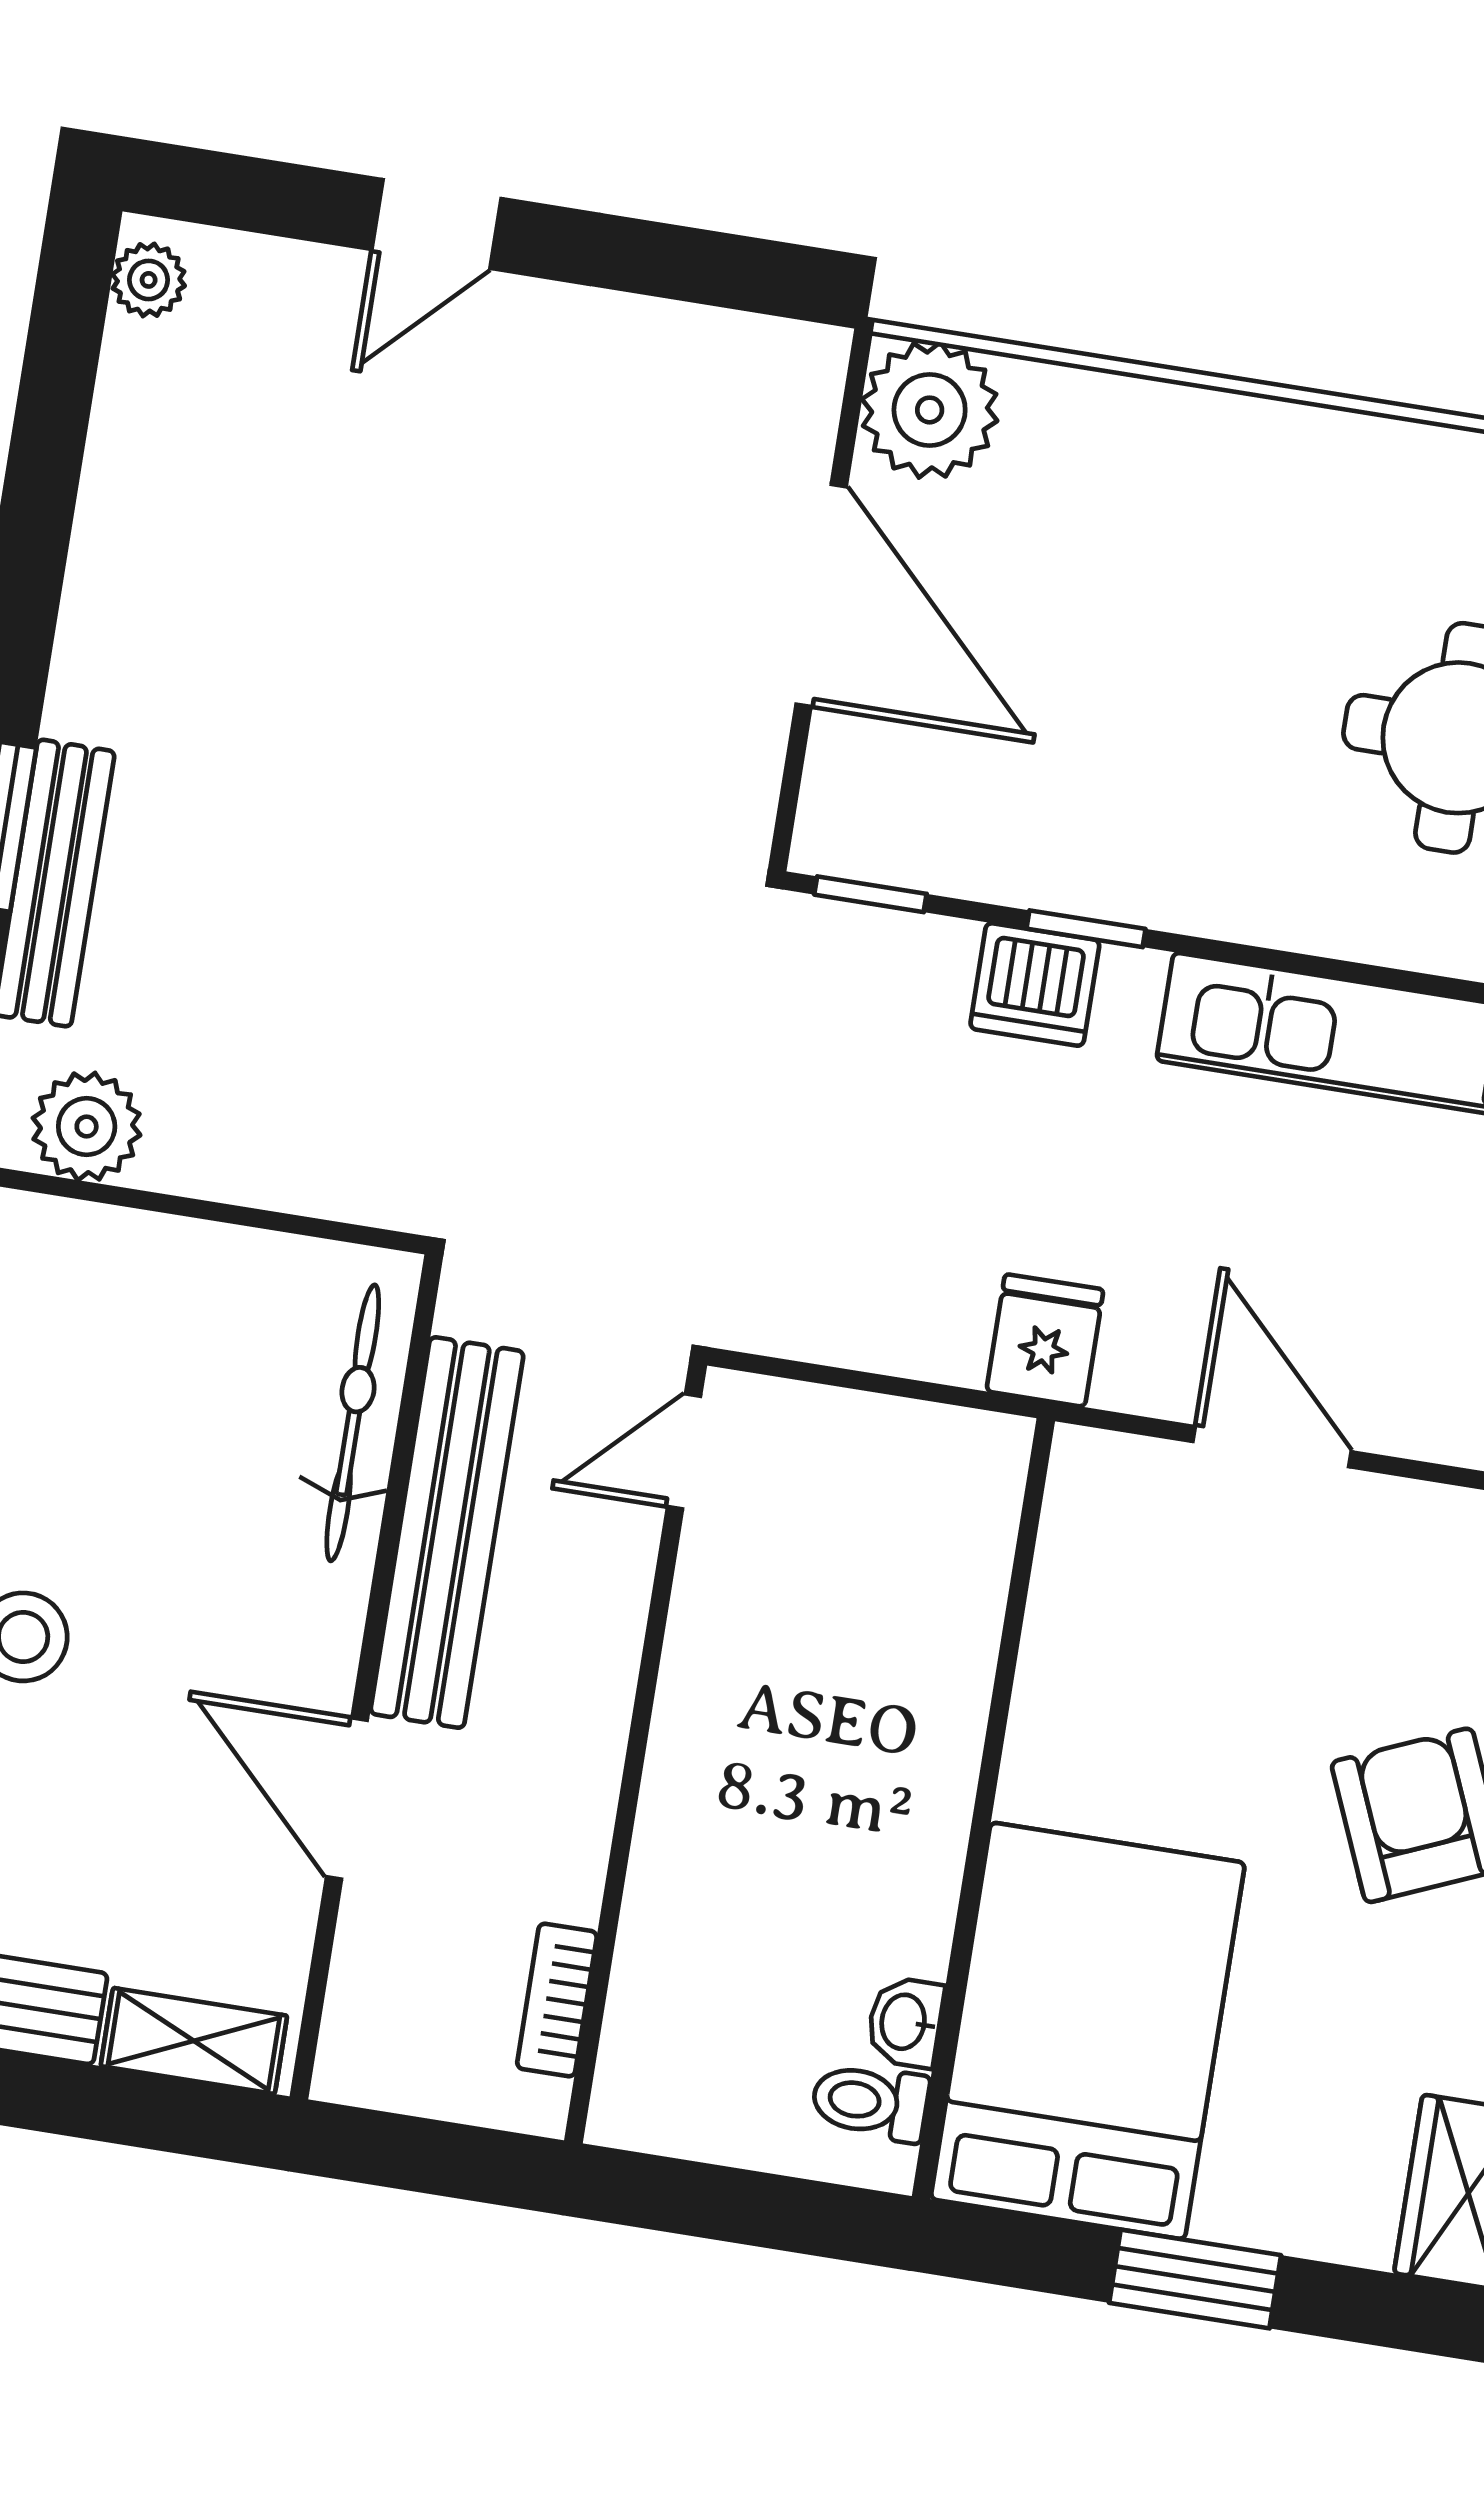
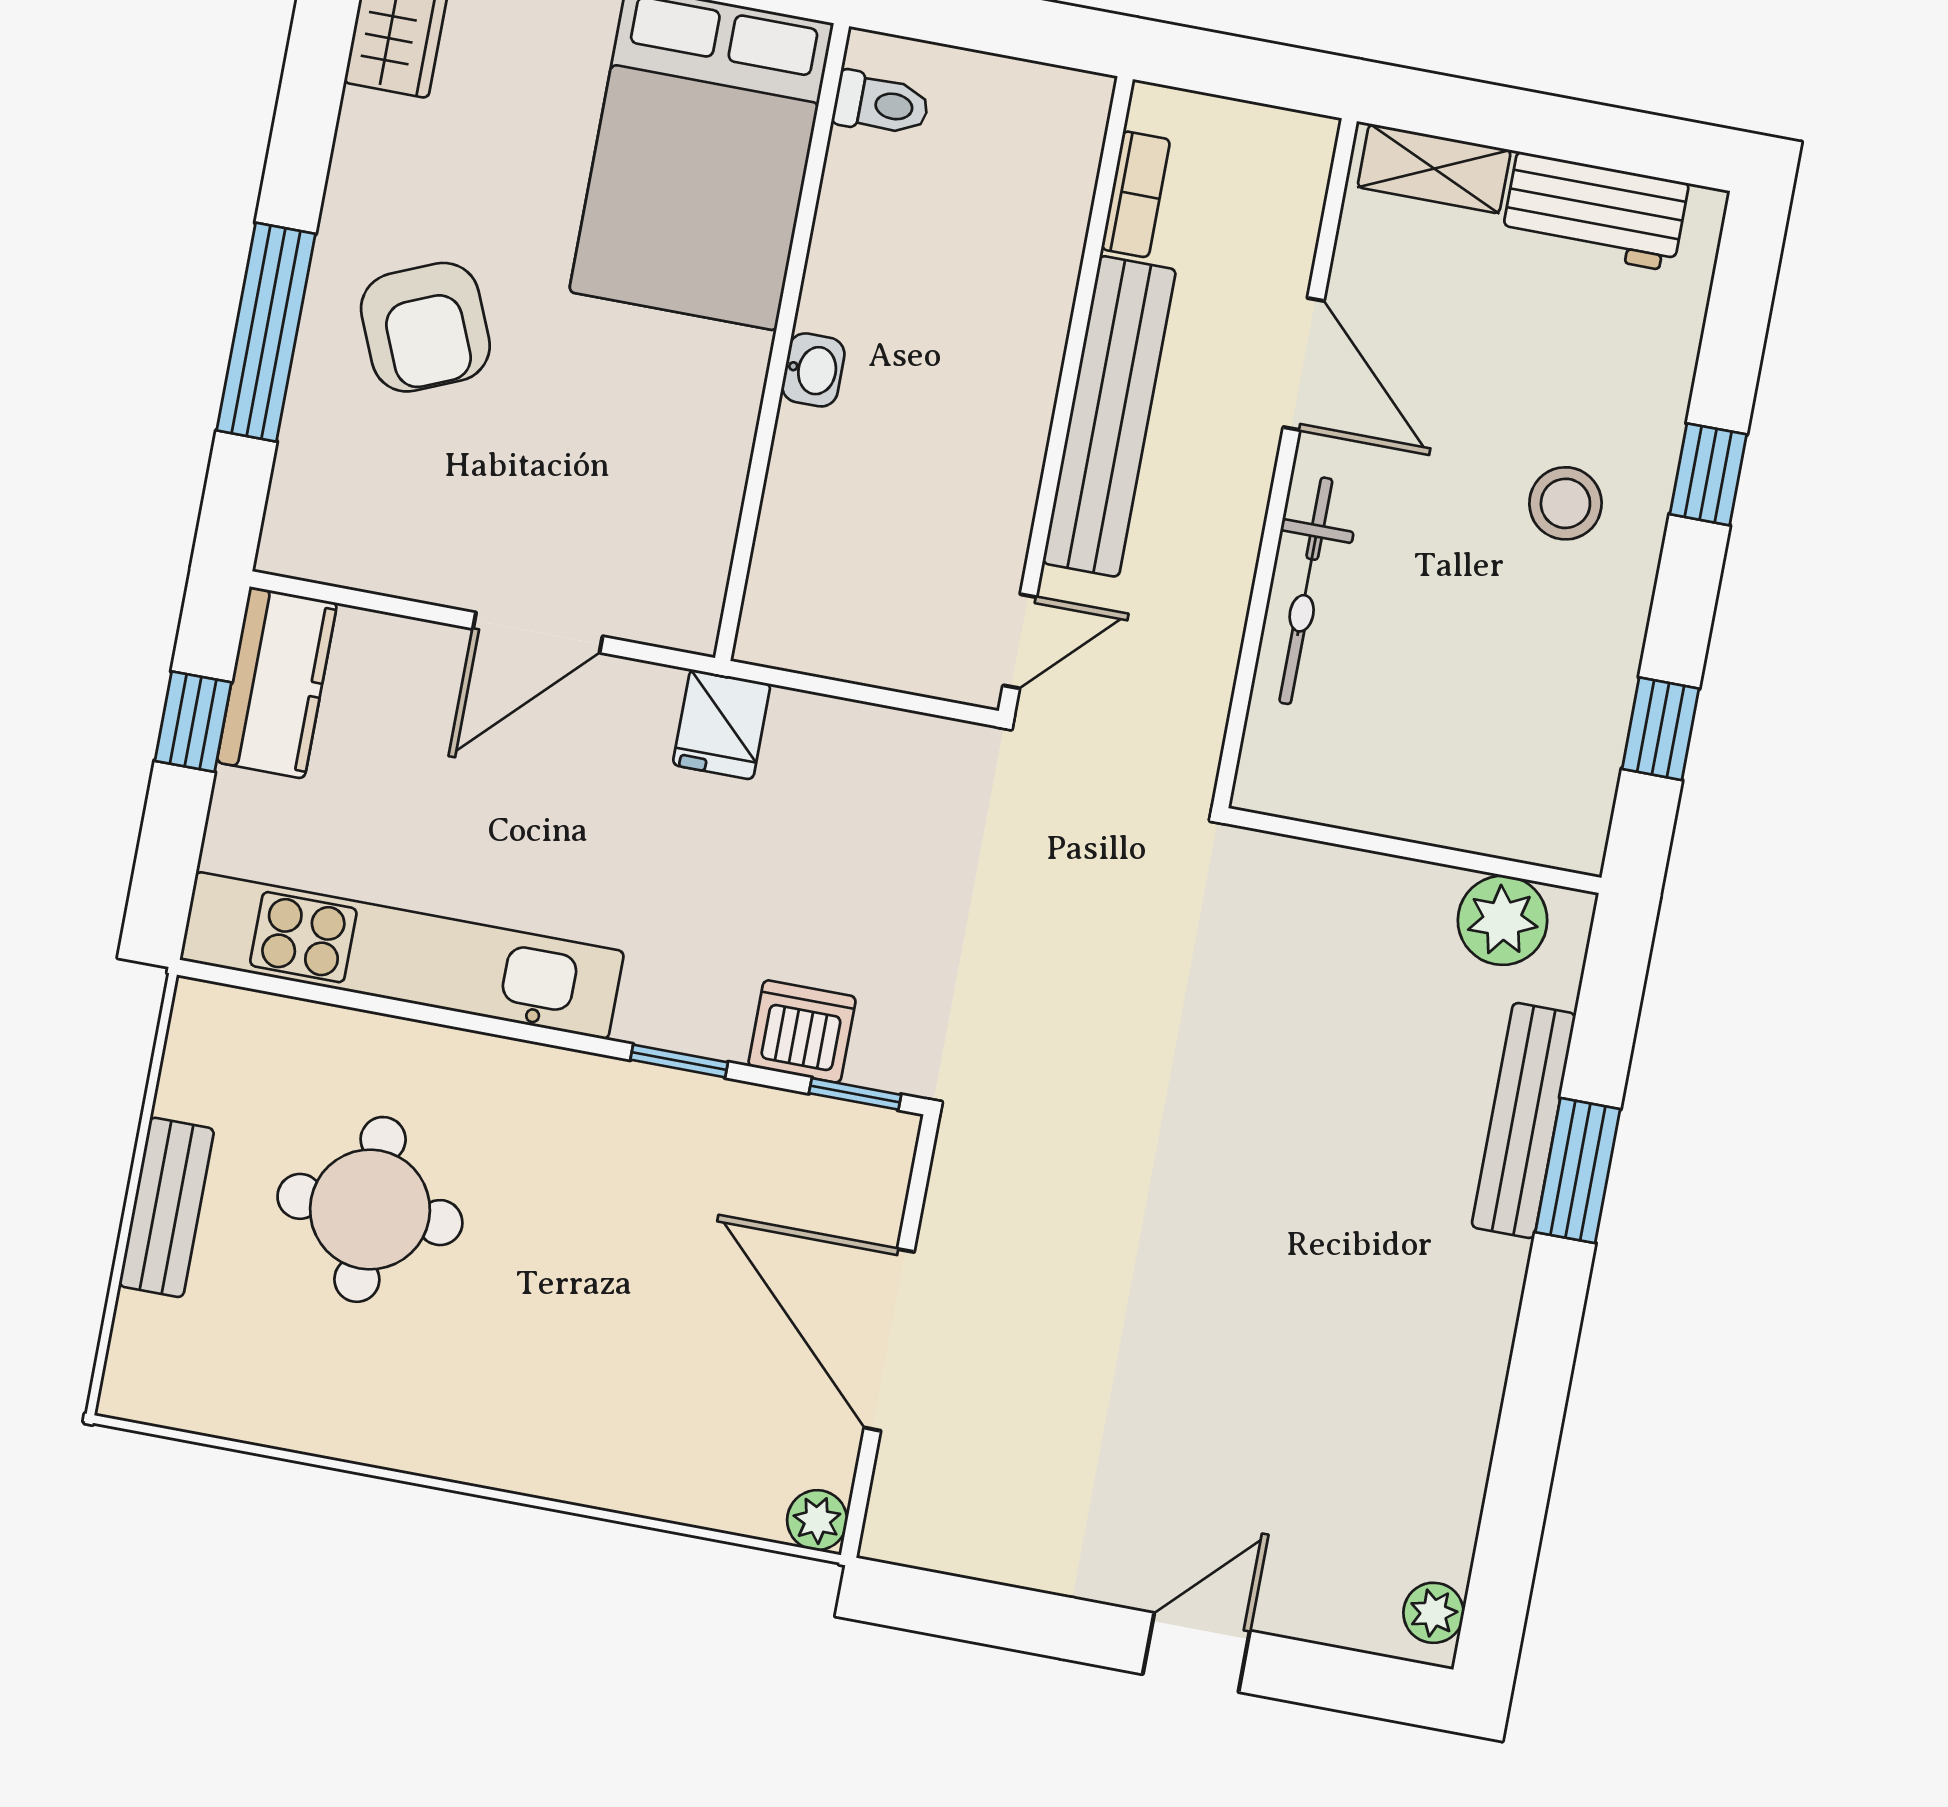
plant: (930, 410) -> (817, 1520), width x0.53, depth x0.53
dishwasher: (1035, 984) -> (802, 1031), moved
bicycle: (353, 1423) -> (1306, 591), moved
door: (1272, 1447) -> (538, 633), hinge flipped
bench: (447, 1533) -> (1109, 416), moved
washbasin: (905, 2022) -> (813, 370), moved

